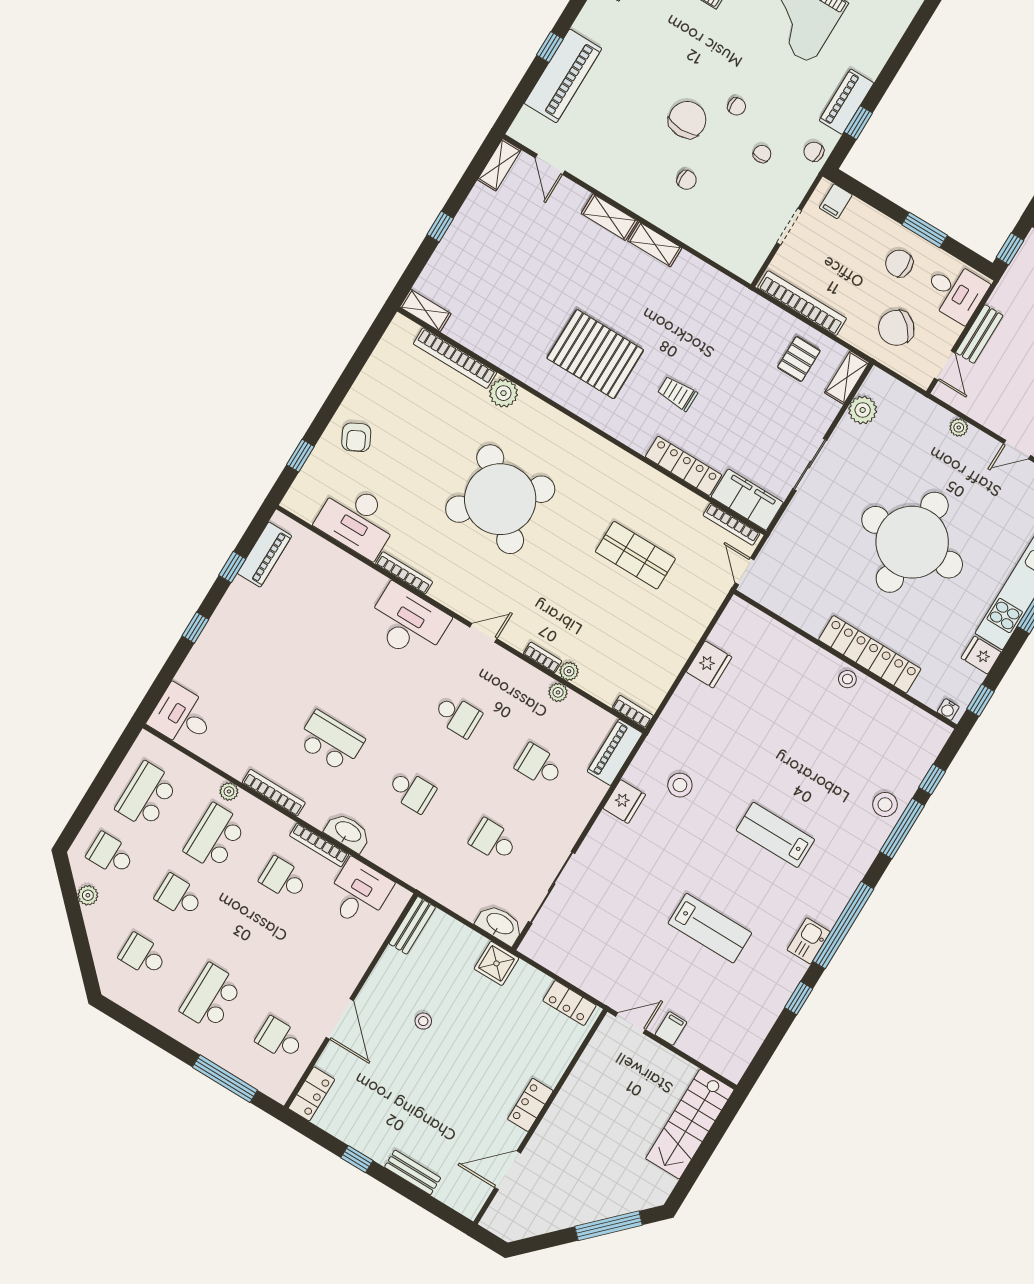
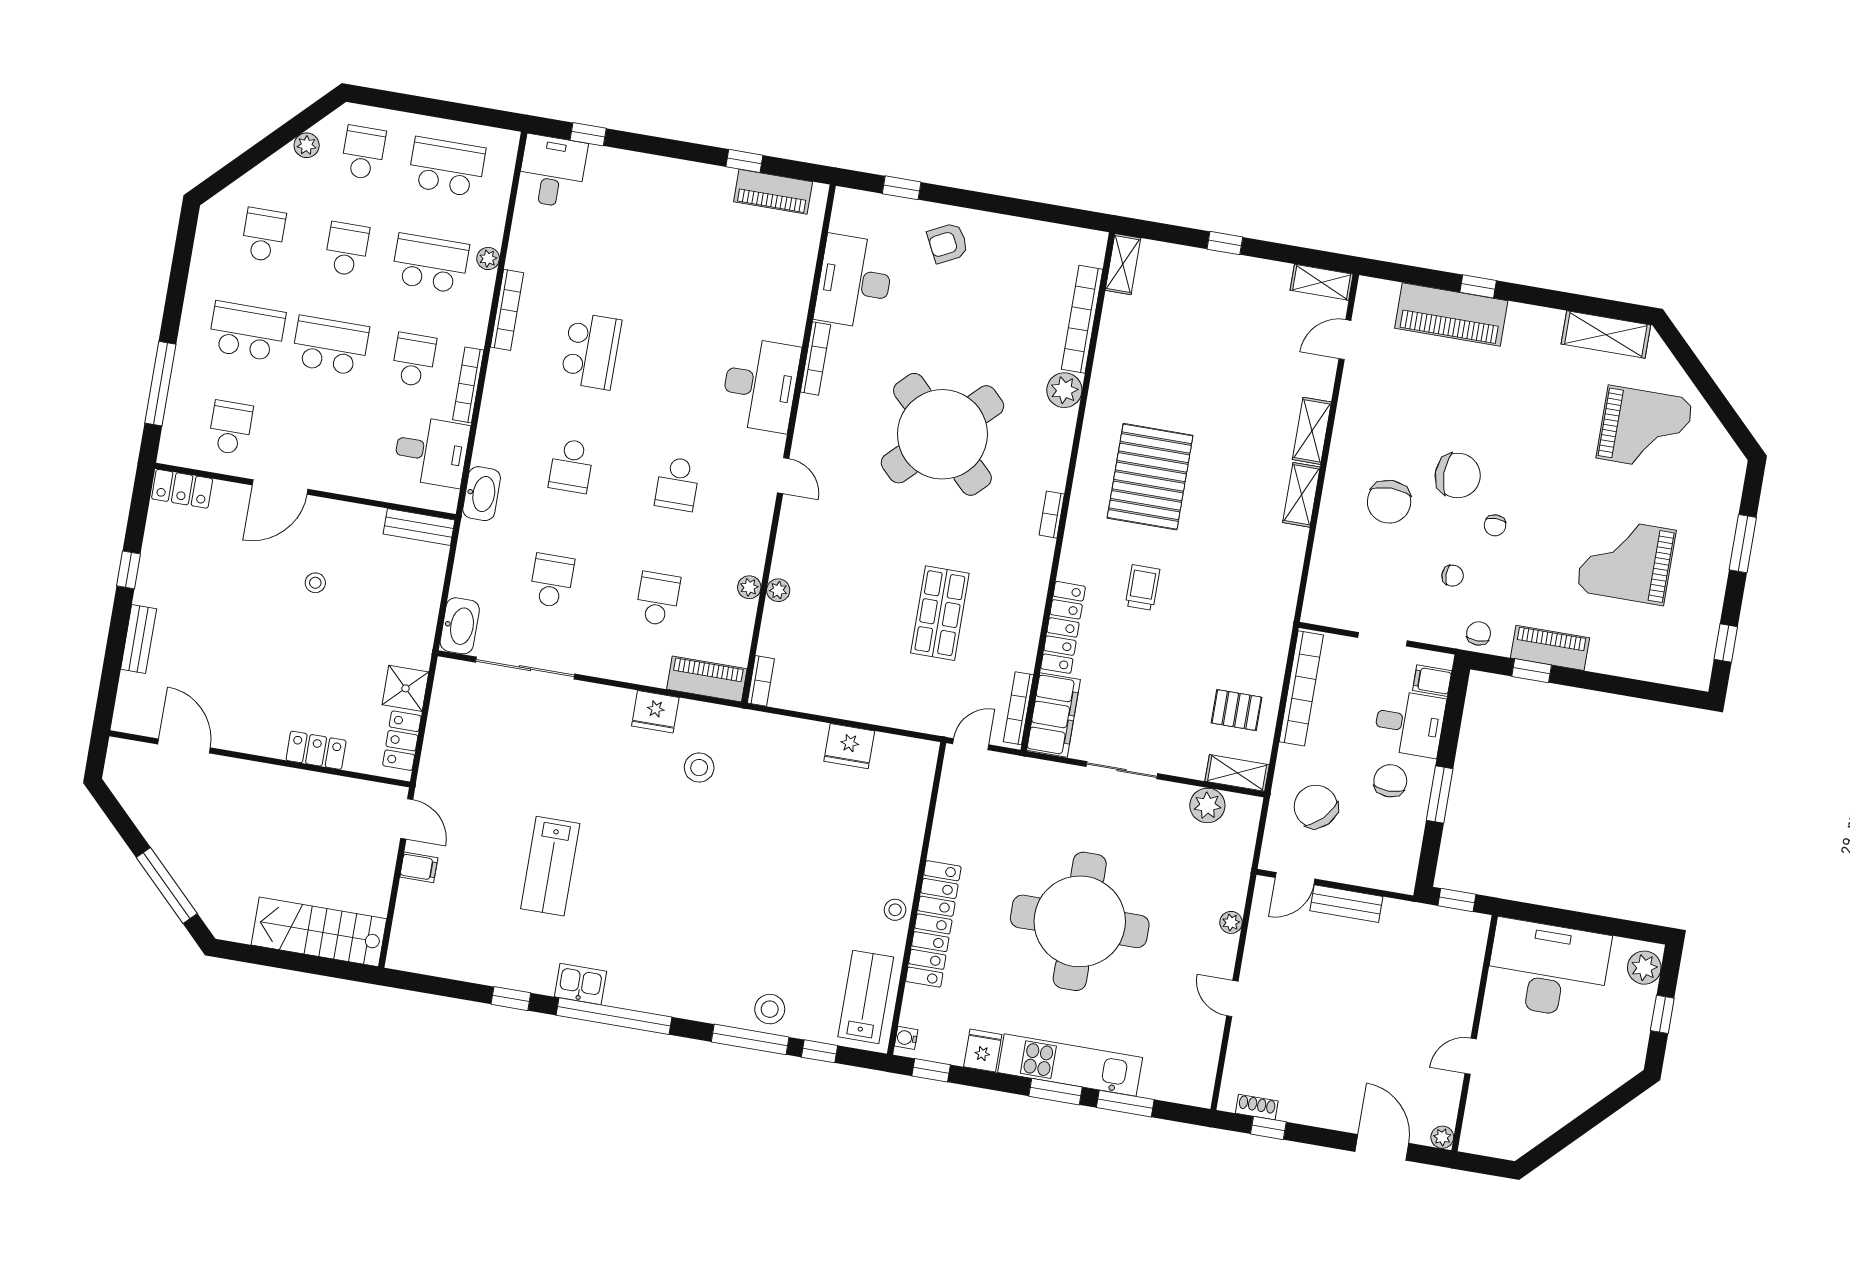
chair: (687, 180) -> (1389, 502), width x1.87, depth x1.87
desk: (955, 292) -> (1409, 723), moved, turned -90
window: (195, 628) -> (588, 134), moved
bookcase: (543, 657) -> (1052, 515), moved, turned 180
washbasin: (348, 832) -> (482, 494), moved
lab bench: (775, 835) -> (866, 997), moved
school desk: (247, 938) -> (330, 346), added
shower: (496, 963) -> (406, 688), moved
locker: (530, 1105) -> (316, 750), moved

